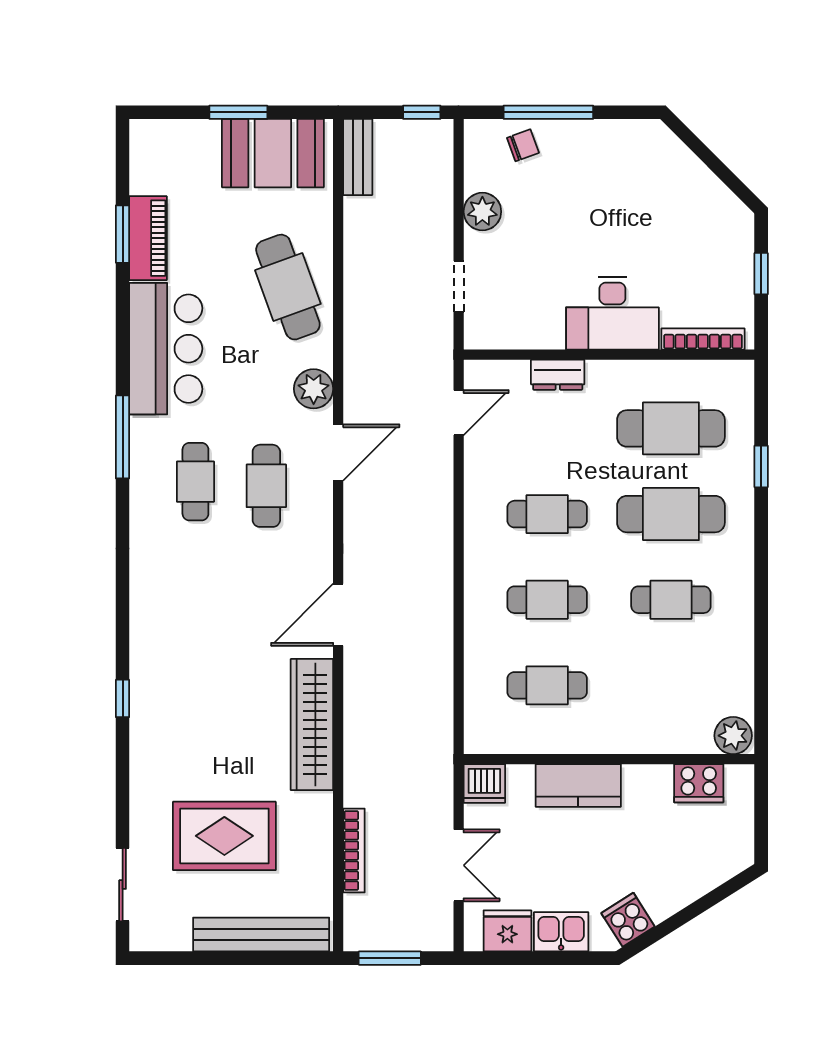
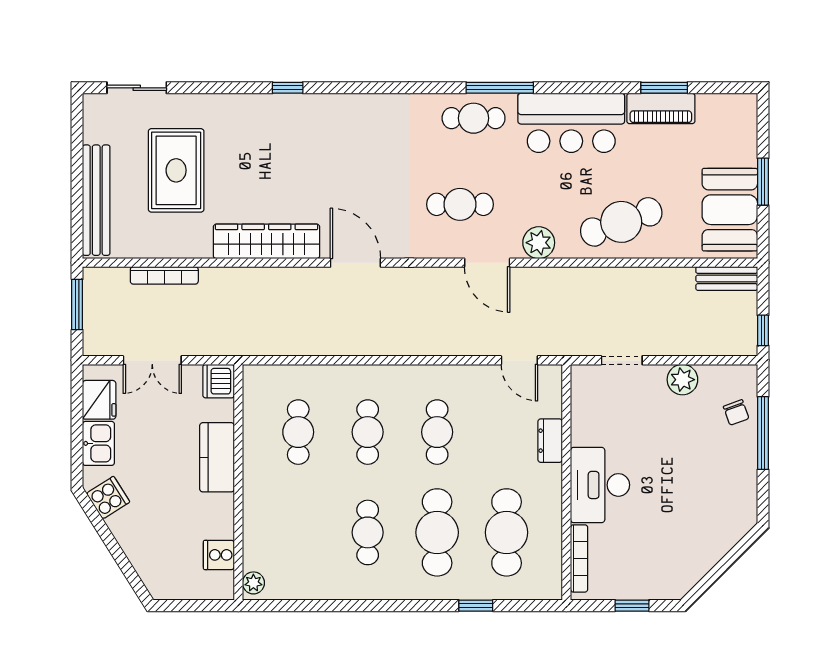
cafe table: (195, 482) -> (474, 118), moved
plant: (733, 736) -> (253, 583), width x0.73, depth x0.73
cooker: (699, 783) -> (219, 555), width x0.73

